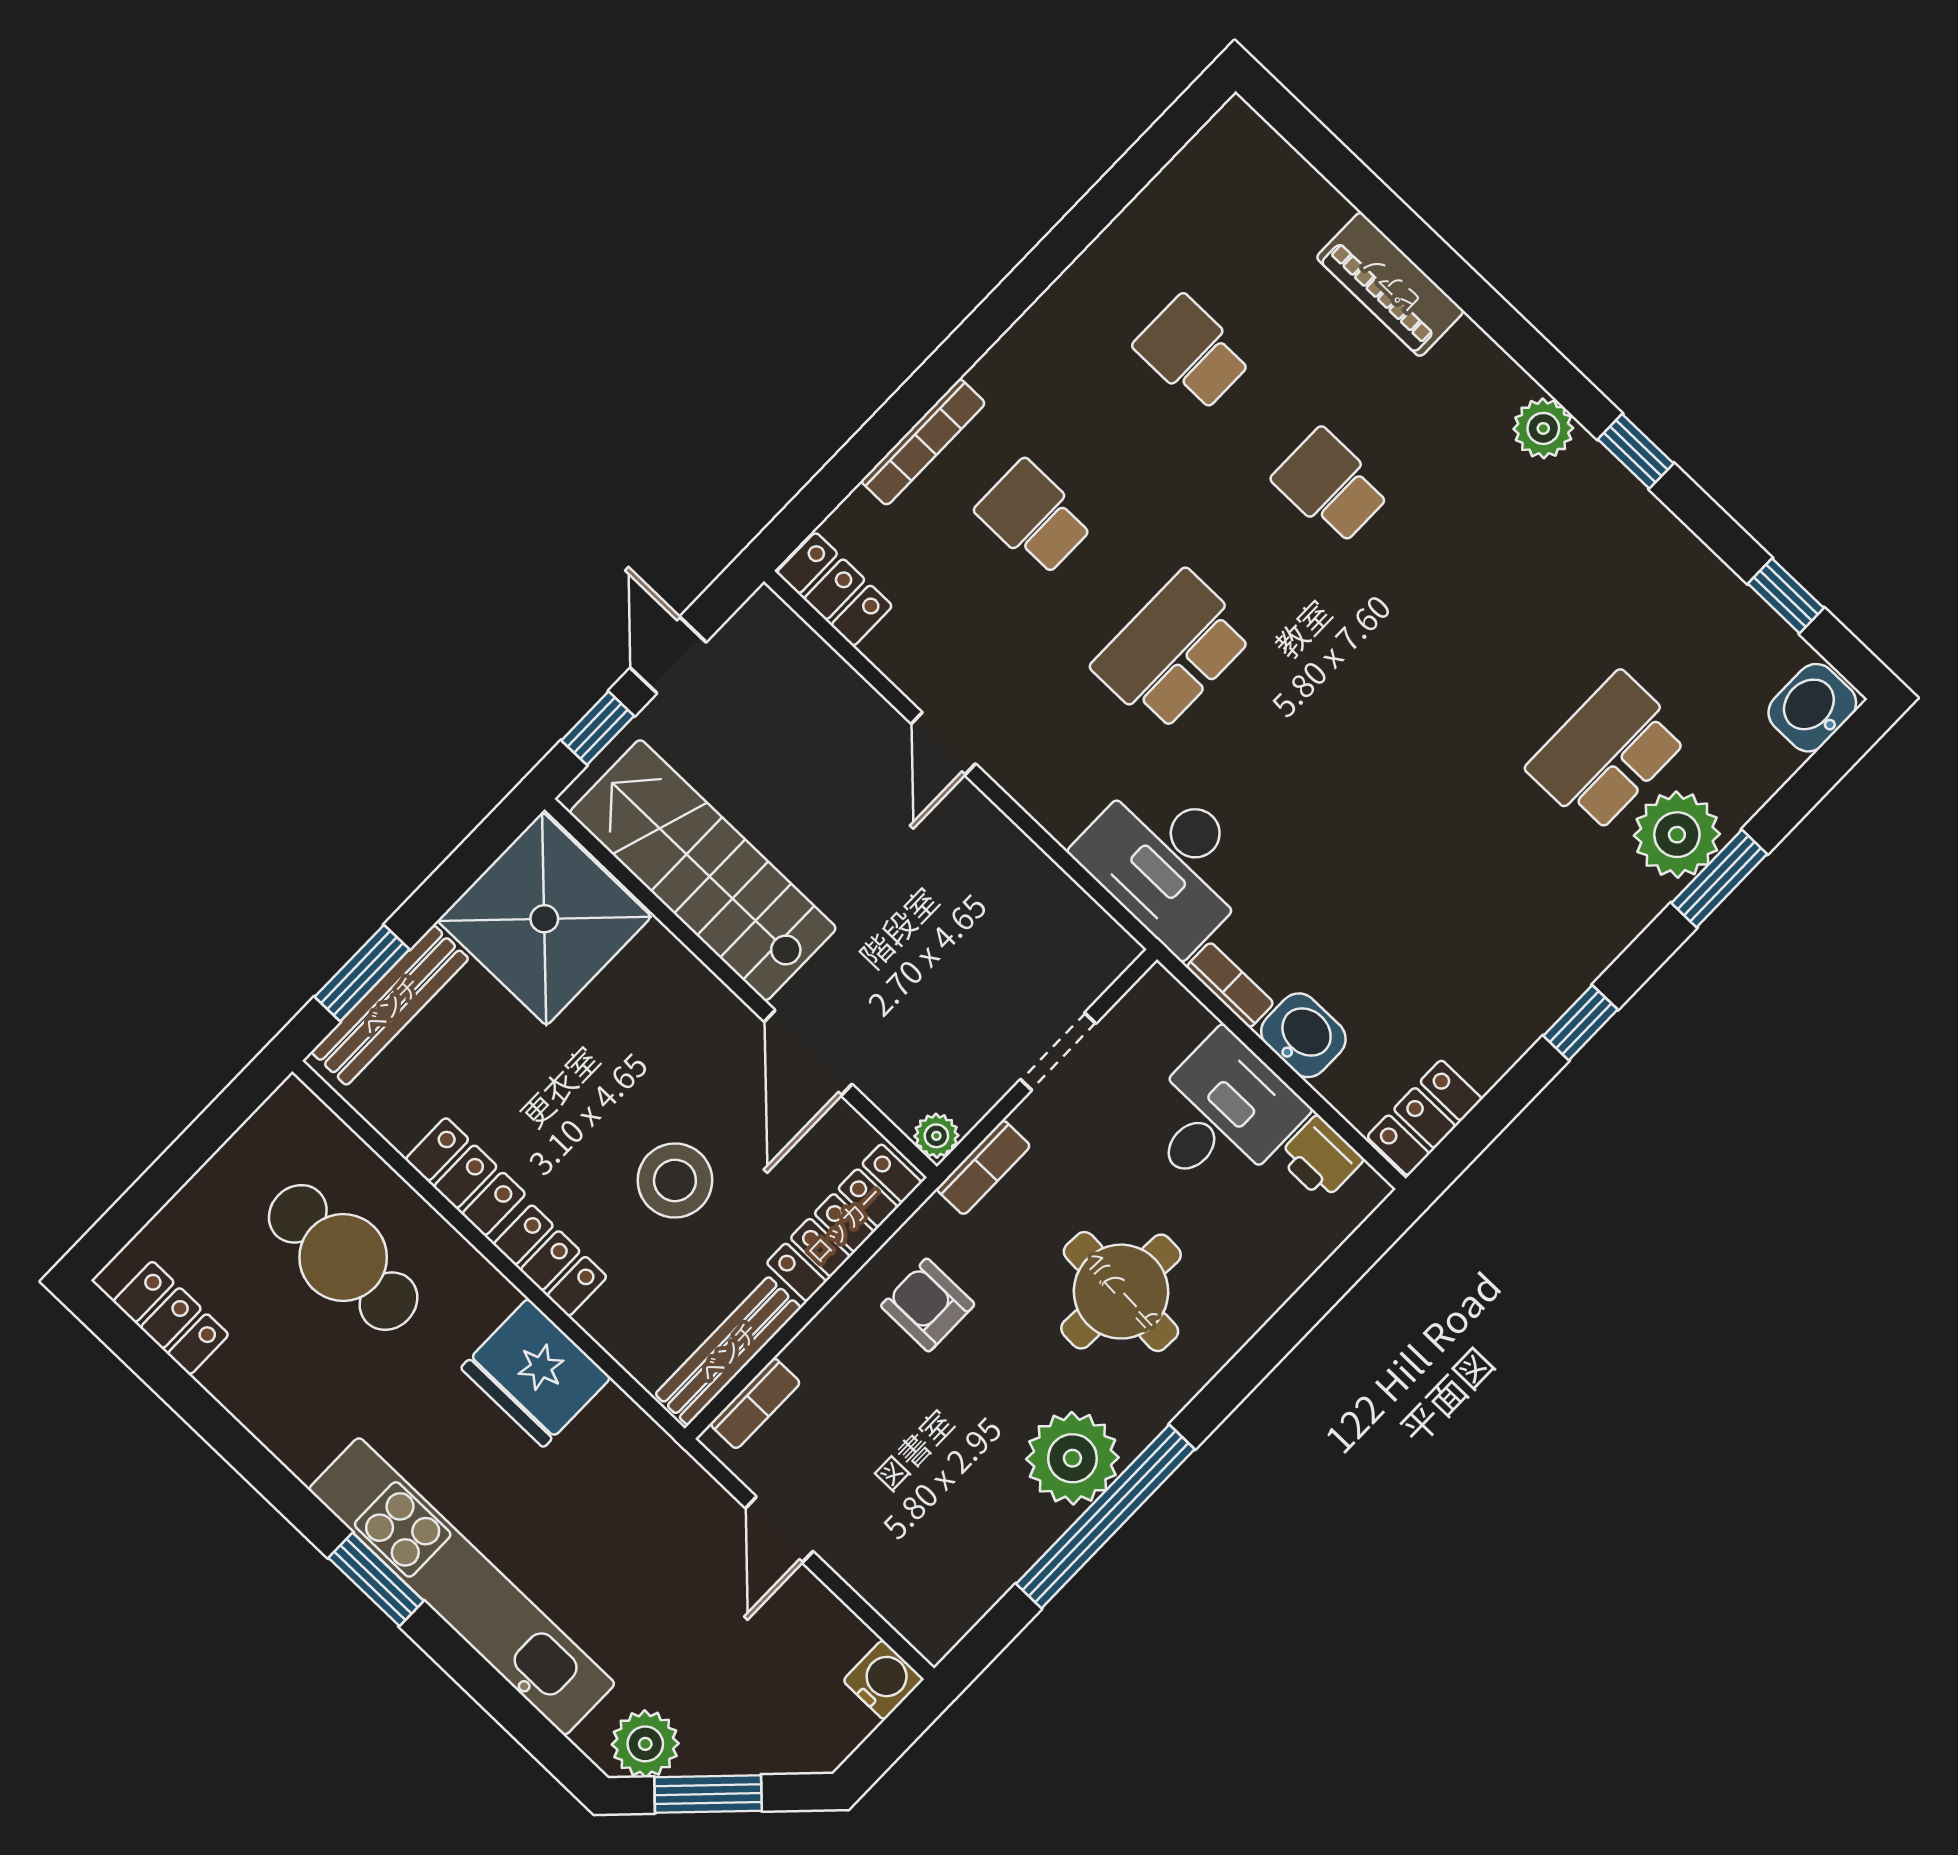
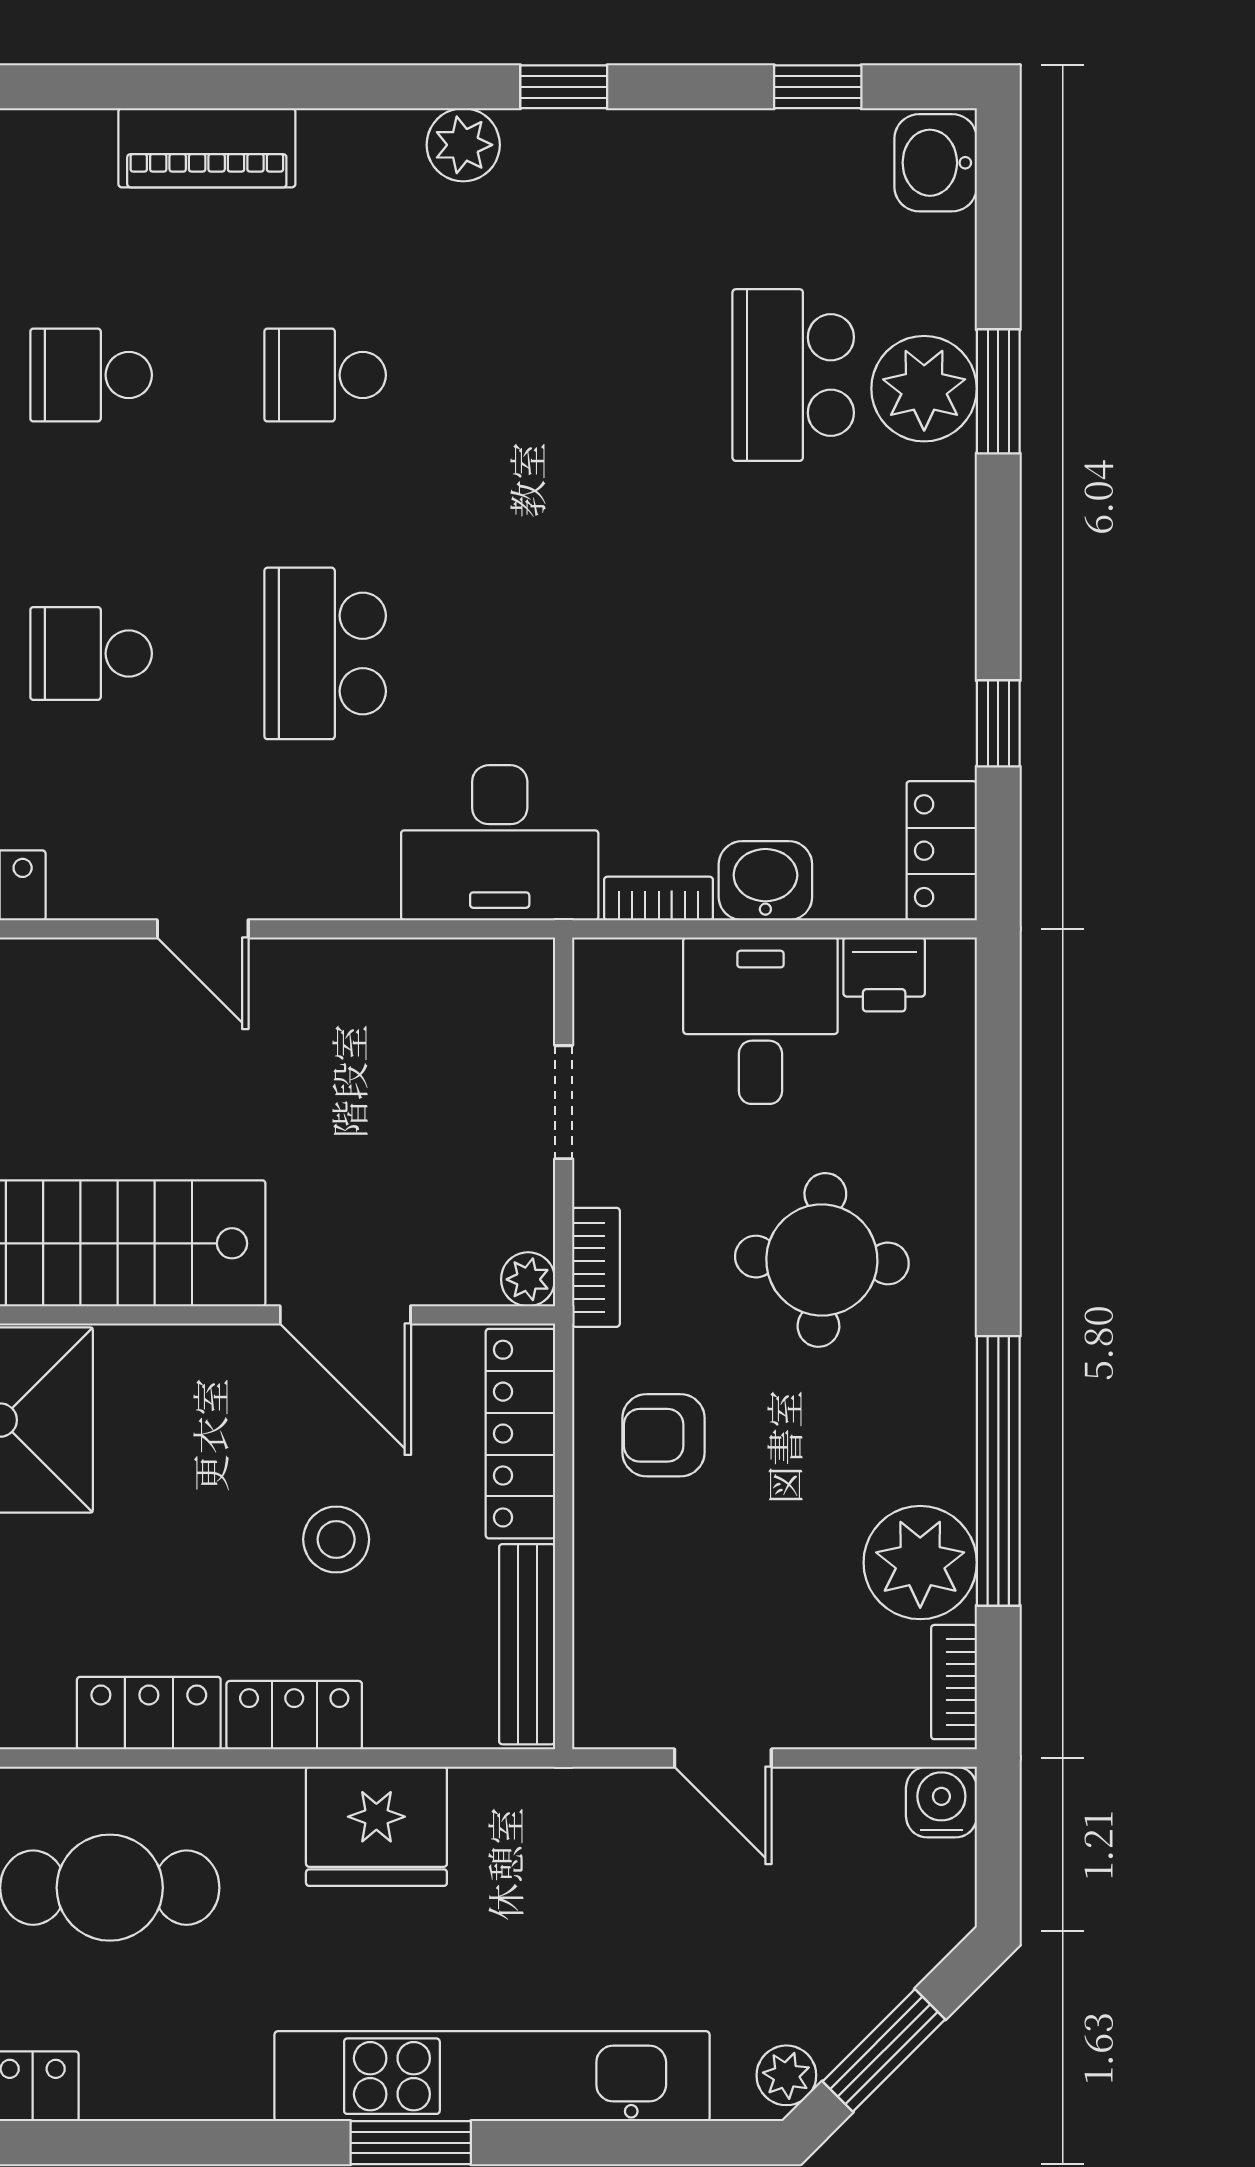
window: (1580, 1023) -> (998, 723), moved
stool: (675, 1180) -> (336, 1539), width x0.73, depth x0.73
bookcase: (755, 1403) -> (954, 1682), moved, turned 180
plant: (1072, 1458) -> (920, 1563), moved
plant: (645, 1744) -> (786, 2075), width x0.73, depth x0.73

